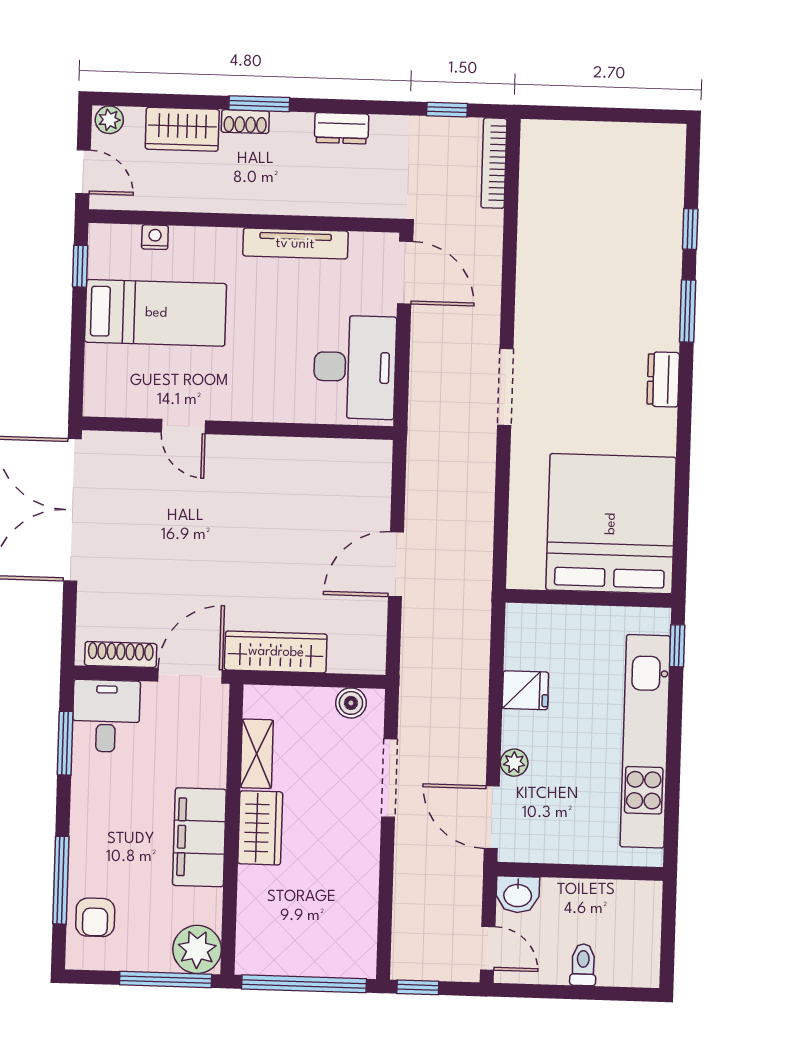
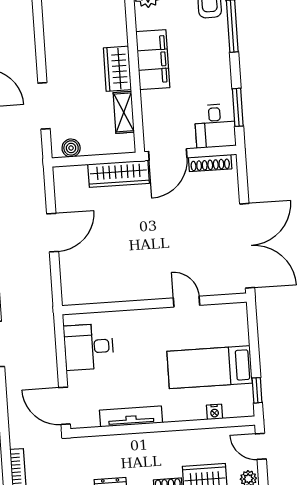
desk: (355, 367) -> (89, 347), width x0.73

